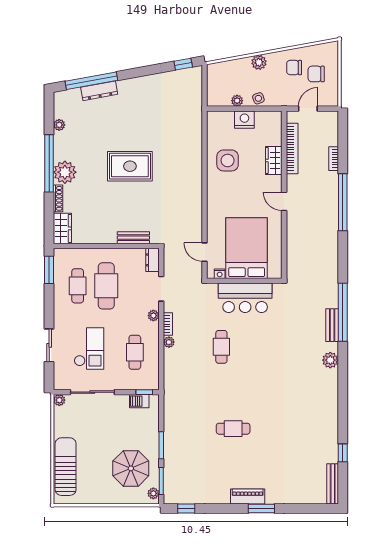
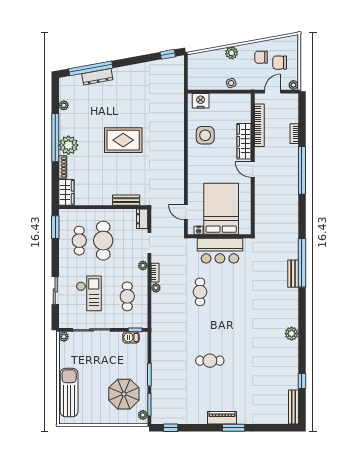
plant: (237, 101) -> (293, 85), moved
nightstand: (244, 120) -> (201, 101), moved
wardrobe: (274, 161) -> (244, 141), width x1.50
plant: (330, 360) -> (292, 334), moved

